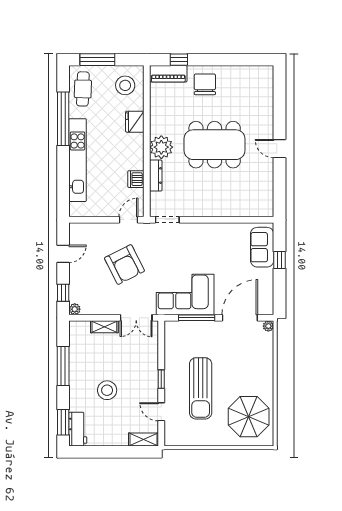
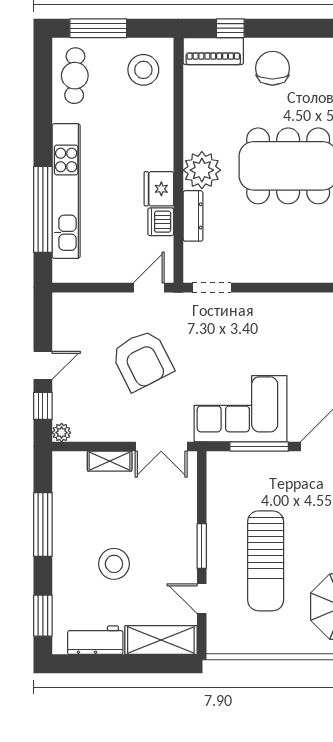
window: (63, 119) -> (43, 209), moved
fridge: (135, 122) -> (159, 189), moved
door: (63, 254) -> (43, 365), moved
window: (161, 379) -> (202, 546), width x1.50
workbench: (78, 429) -> (95, 640), moved, turned -90
shelving: (143, 439) -> (161, 640), width x1.50, depth x1.33

